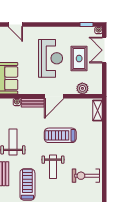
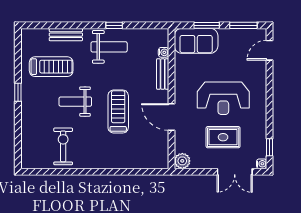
double door: (104, 50) -> (235, 172), swing flipped
plant: (82, 88) -> (182, 161), moved
door: (54, 96) -> (171, 117), moved
shelving: (98, 110) -> (152, 162), removed

